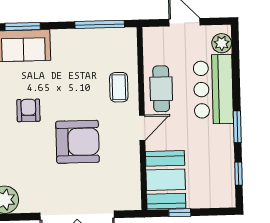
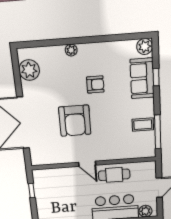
window: (23, 26) -> (156, 77), width x0.67
coffee table: (119, 87) -> (143, 125), moved
booth: (166, 180) -> (53, 181), removed

